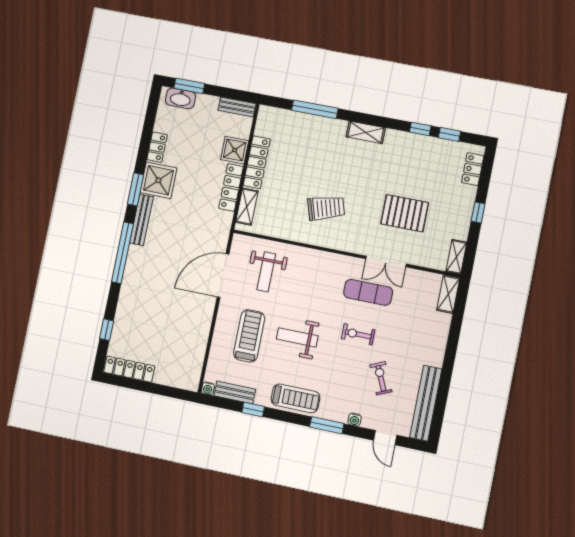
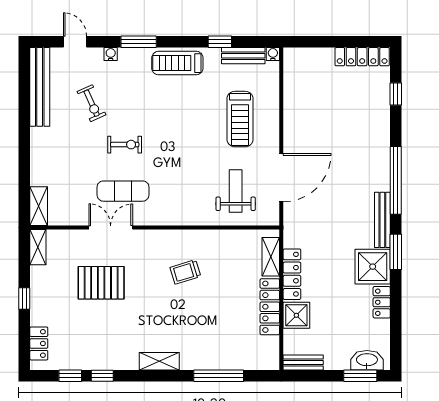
trolley: (326, 208) -> (185, 272), width x0.73, depth x0.72
weight bench: (297, 337) -> (188, 128), removed

